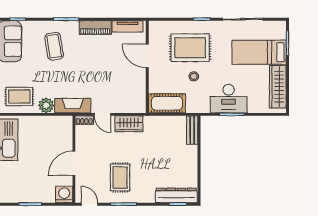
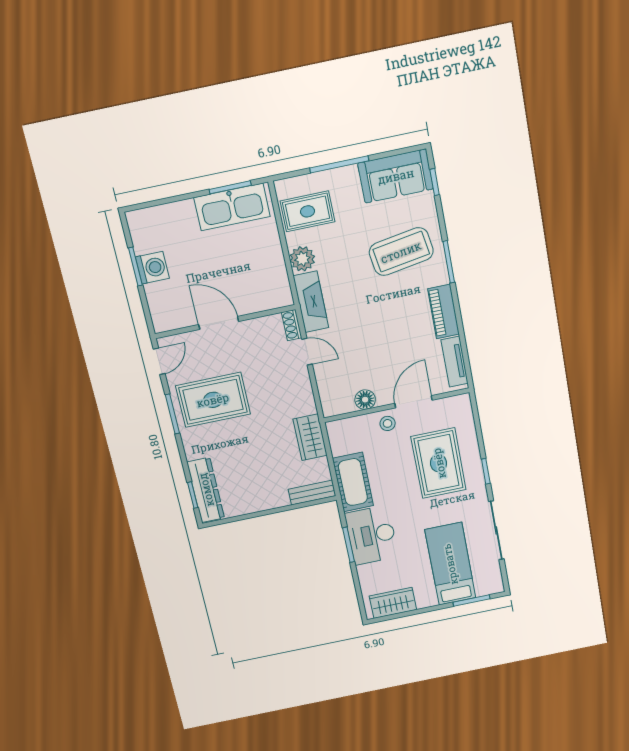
coffee table: (54, 46) -> (401, 252), width x1.36, depth x1.32
stool: (194, 76) -> (388, 423), moved
floor lamp: (140, 85) -> (365, 400), added
wardrobe: (278, 87) -> (393, 603), width x0.67
rug: (19, 97) -> (308, 211), turned 90
cot: (167, 103) -> (353, 482), moved
door: (102, 114) -> (307, 352), swing flipped
wardrobe: (129, 124) -> (310, 437), moved
rug: (120, 177) -> (213, 400), width x1.36, depth x1.43
washing machine: (64, 194) -> (152, 268), moved

